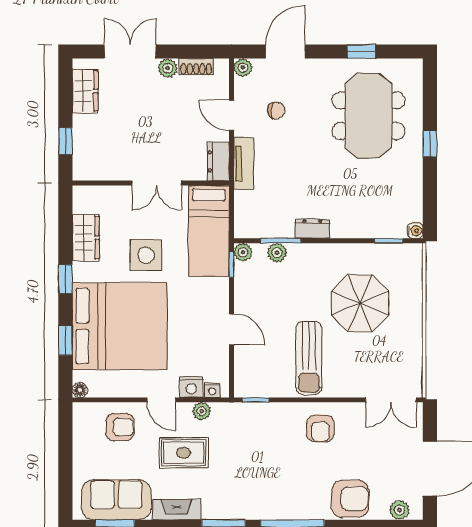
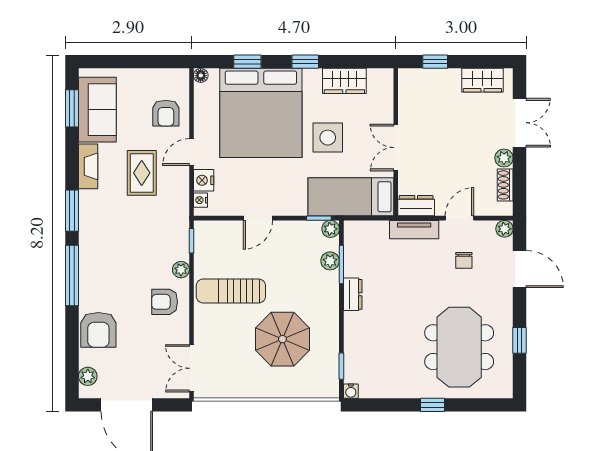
meeting table: (369, 116) -> (459, 347), turned 90
plant: (202, 411) -> (181, 270), moved

